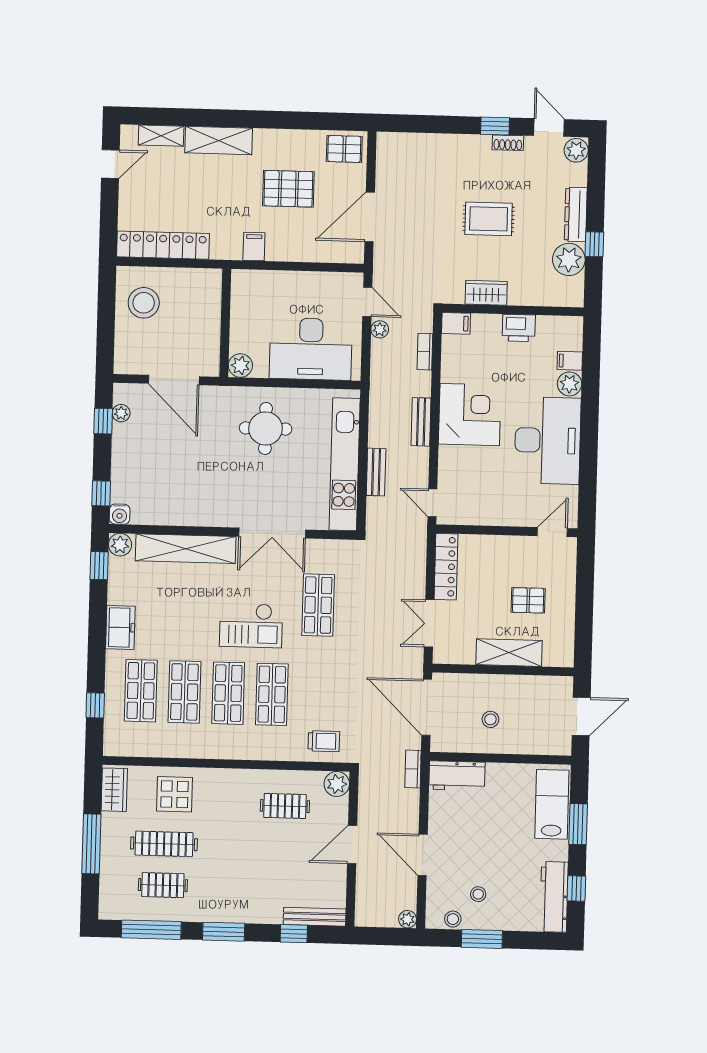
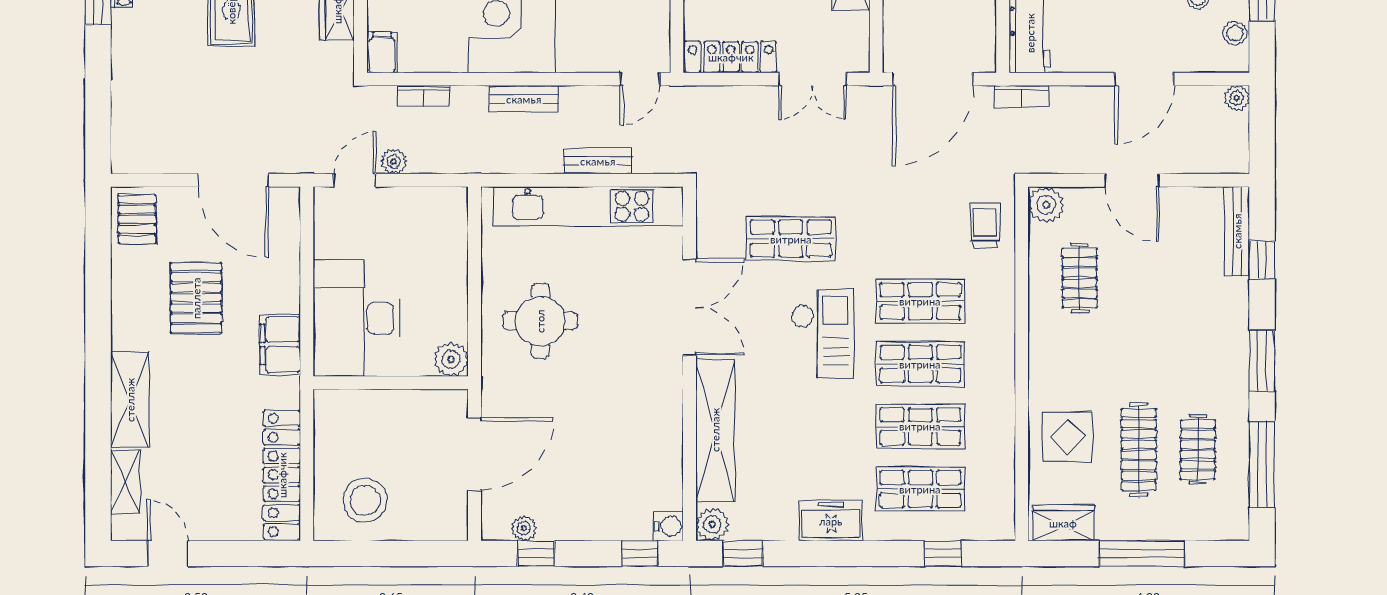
filing cabinet: (254, 247) -> (280, 345), width x2.00
desk: (311, 349) -> (357, 318), moved, turned 180

